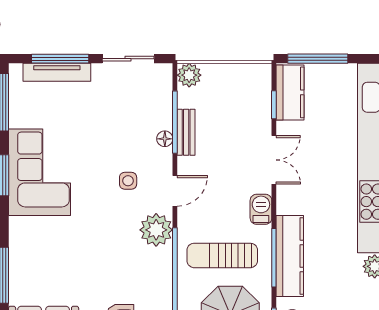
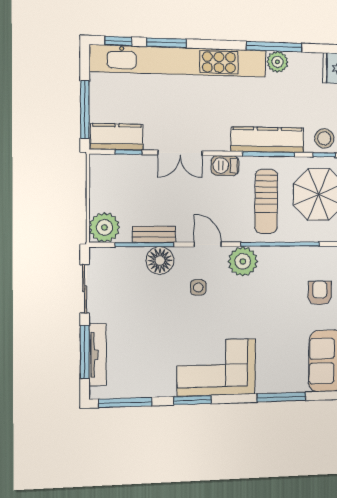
plant: (189, 75) -> (104, 227), width x1.36, depth x1.36
floor lamp: (165, 139) -> (160, 261), width x1.89, depth x1.89
double door: (274, 160) -> (180, 153), swing flipped
corner sofa: (39, 172) -> (216, 367), moved

